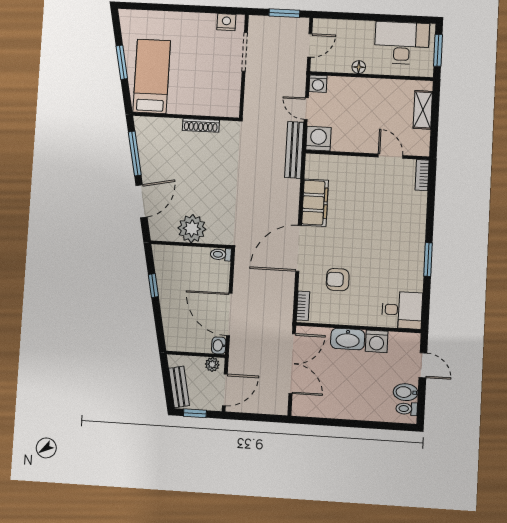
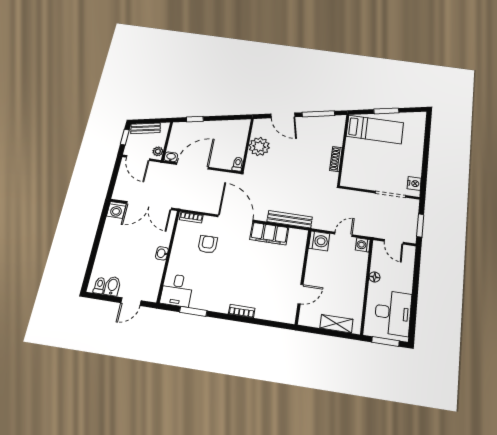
bench: (294, 150) -> (290, 219), moved
bookcase: (422, 175) -> (242, 311), moved
window: (428, 260) -> (193, 311), moved
window: (153, 286) -> (195, 119), moved
washbasin: (348, 339) -> (162, 253), width x0.52, depth x0.69
washing machine: (377, 341) -> (116, 210), moved, turned -90

